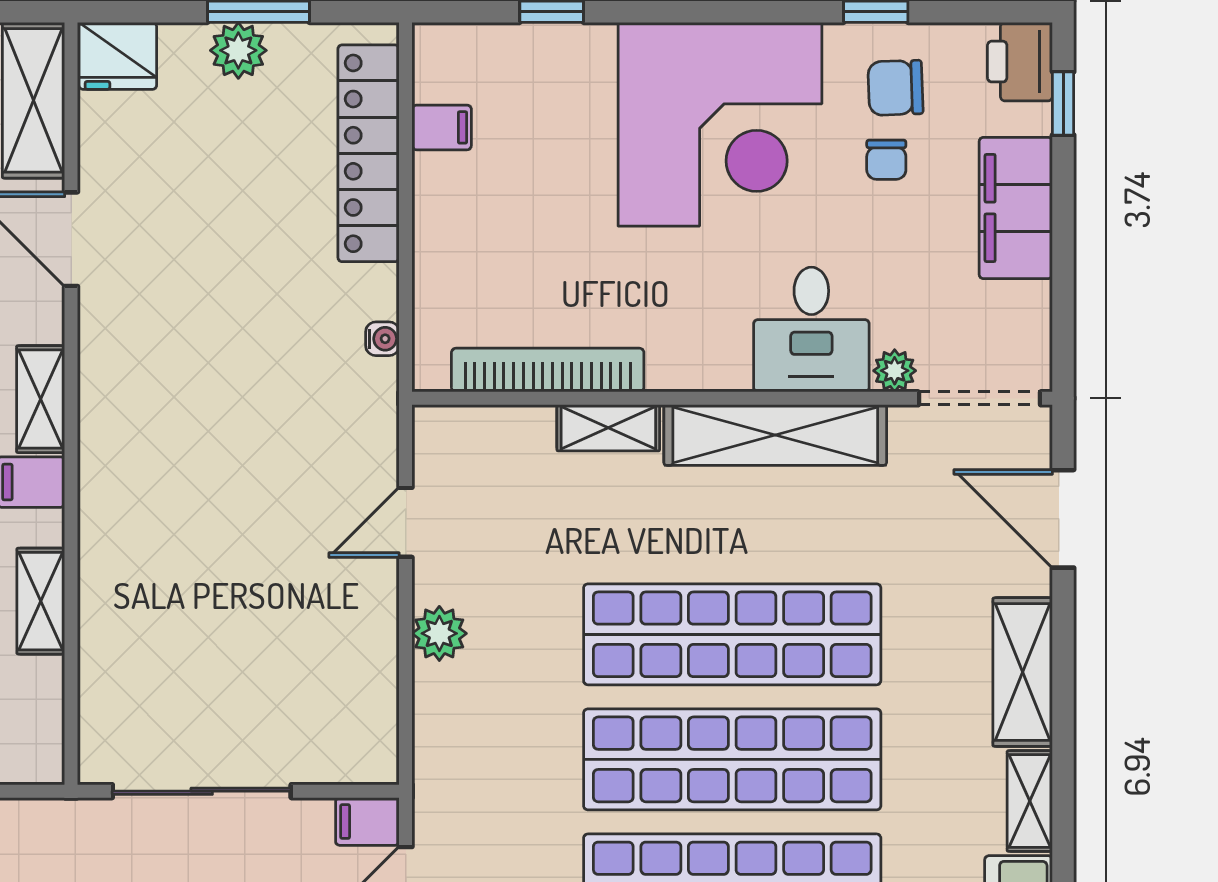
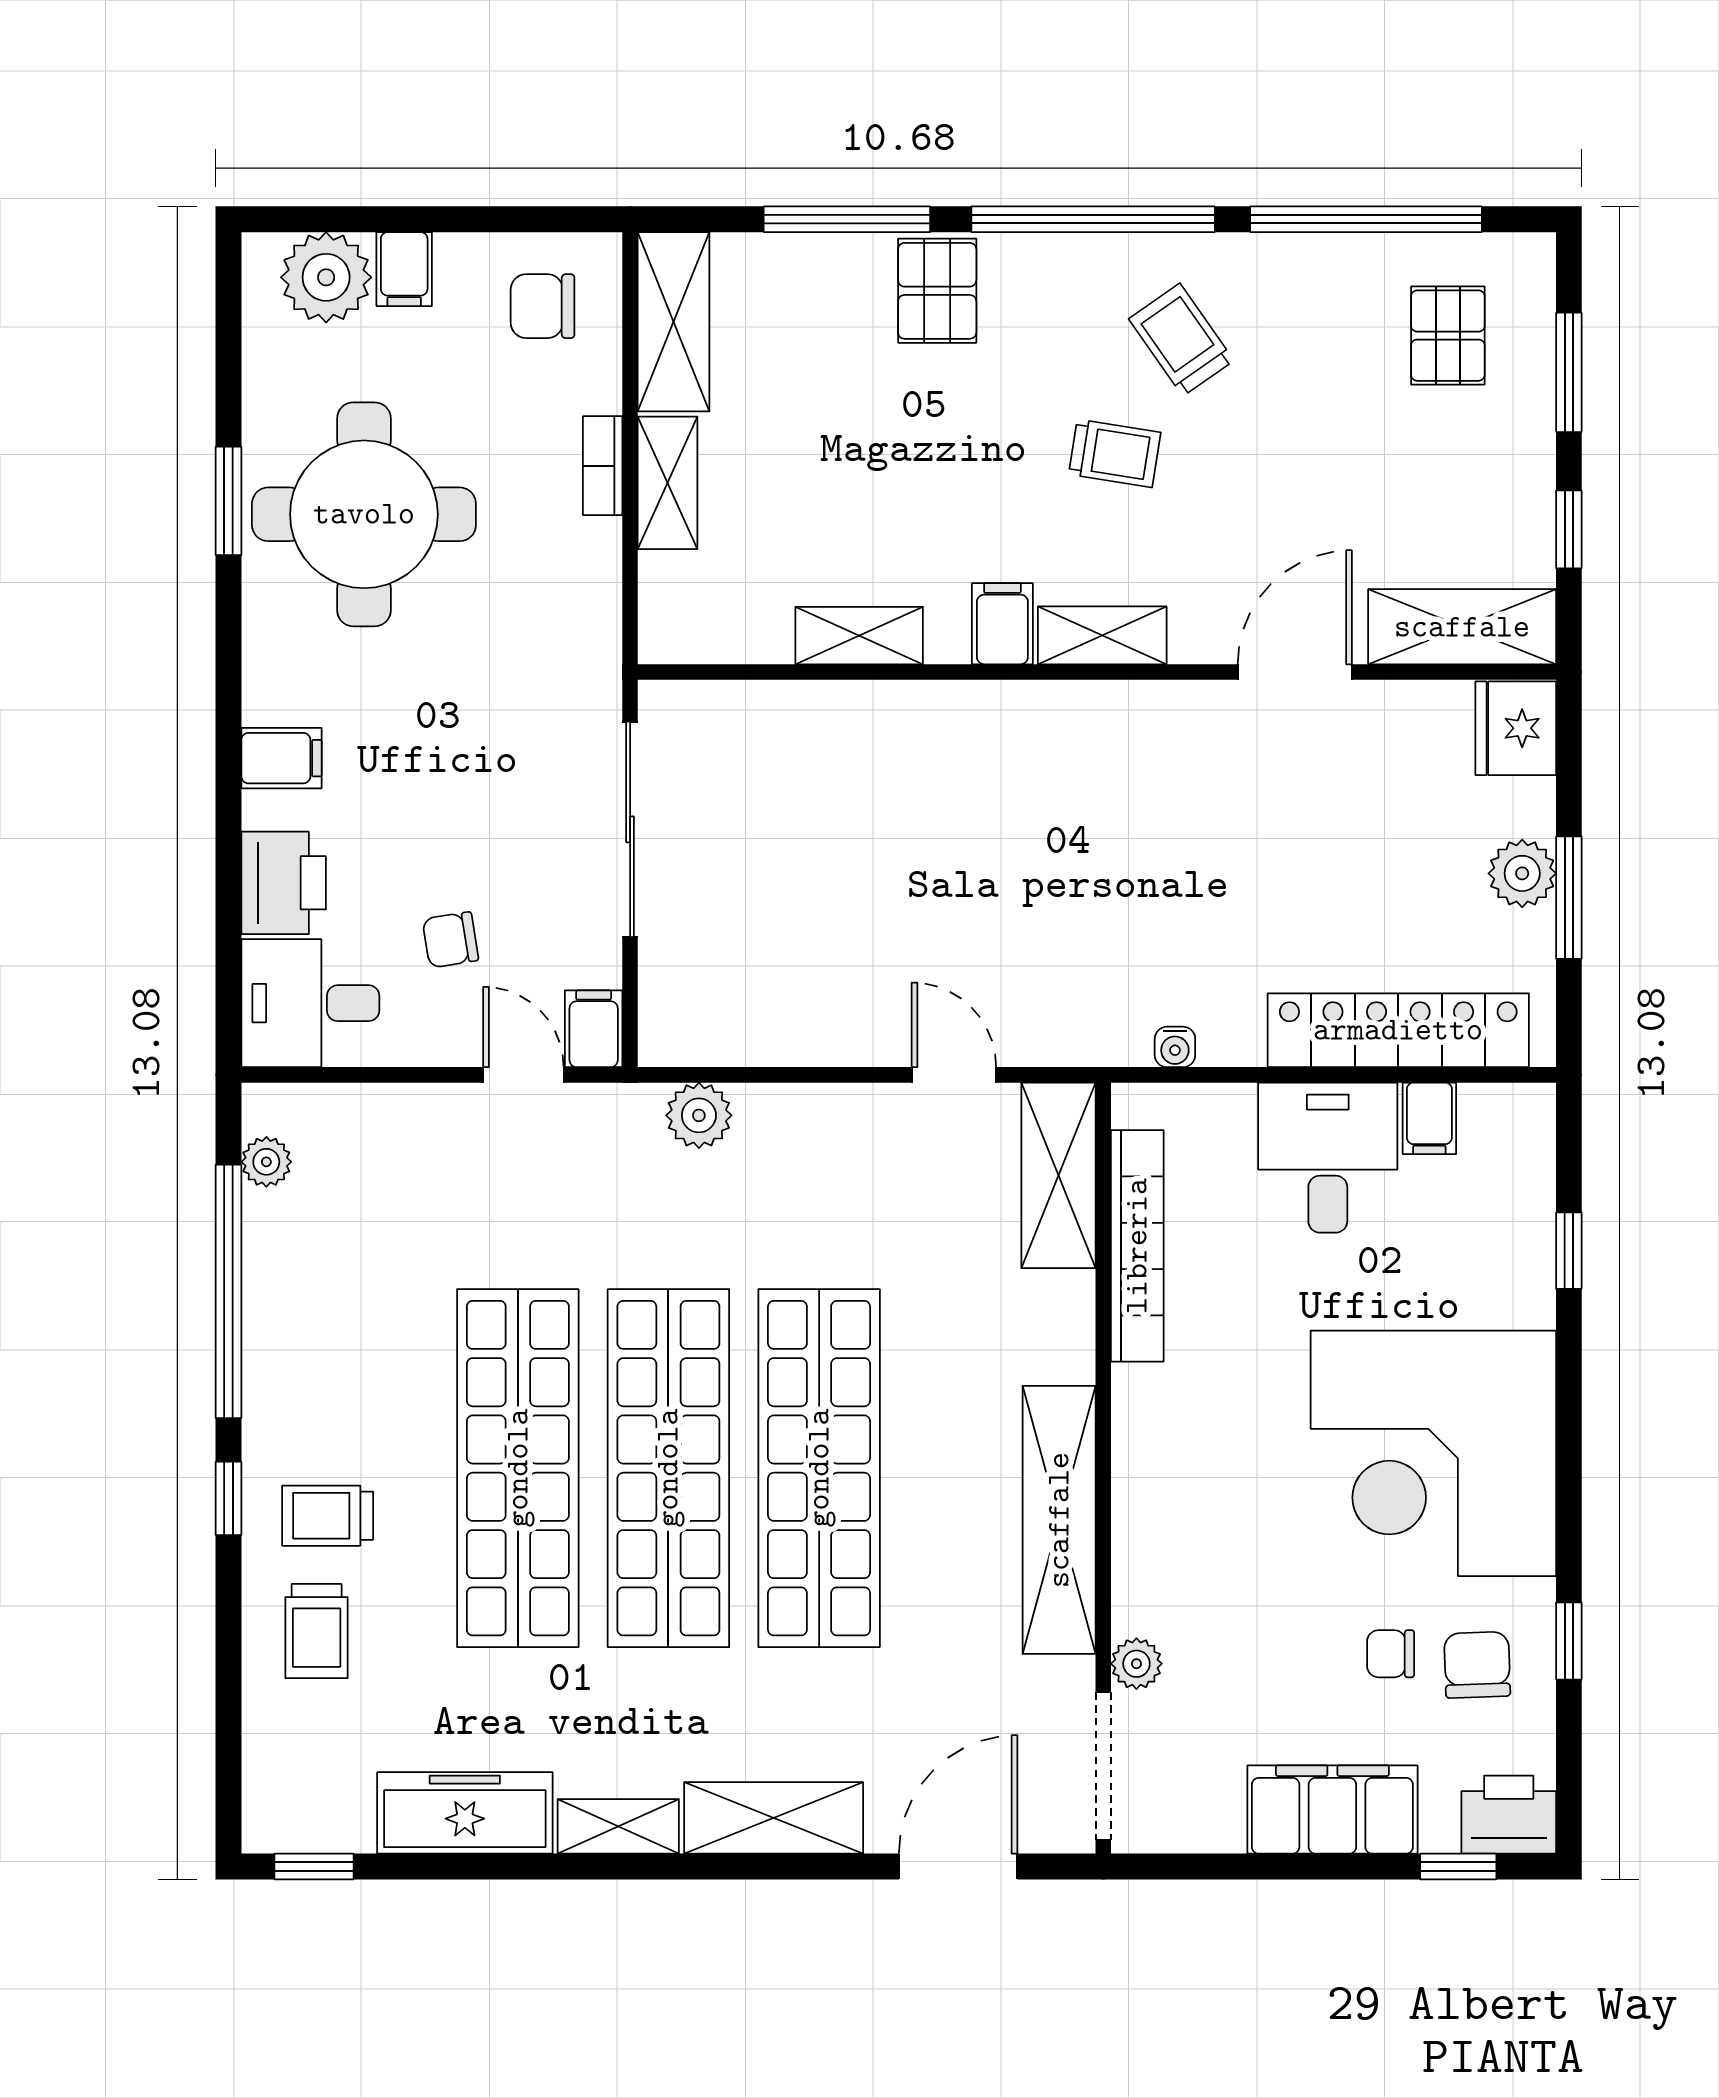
desk: (811, 330) -> (1328, 1158), moved, turned 90
shelving: (608, 428) -> (1058, 1175), moved, width x1.50, depth x1.33
plant: (439, 633) -> (699, 1115), moved

